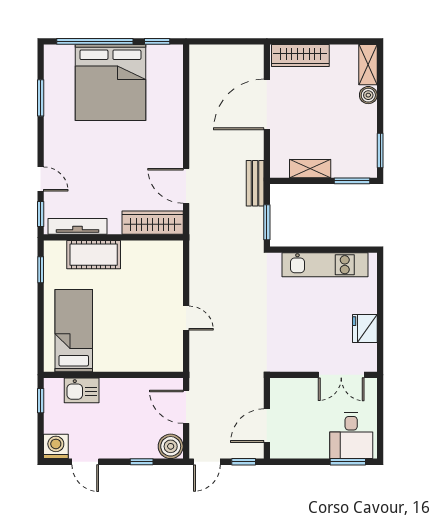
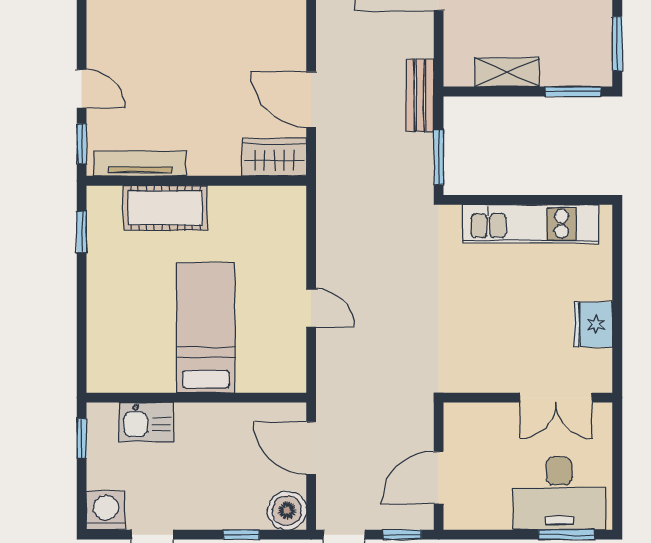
wardrobe: (153, 223) -> (274, 157), width x0.67
bed: (74, 331) -> (206, 328), moved
desk: (351, 436) -> (559, 494), width x1.37

